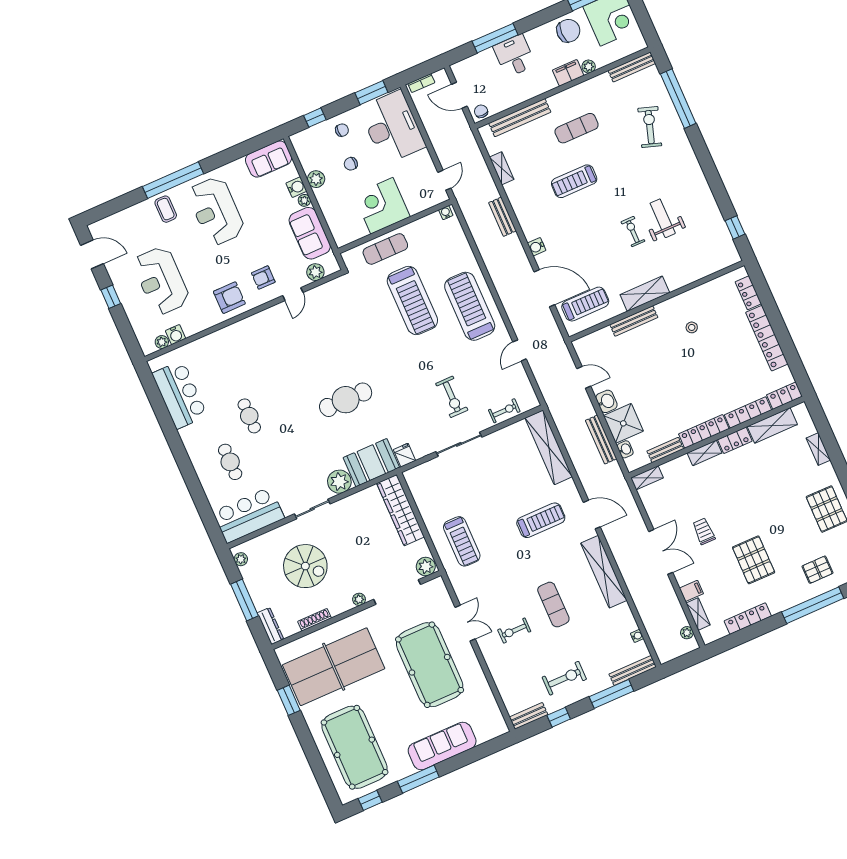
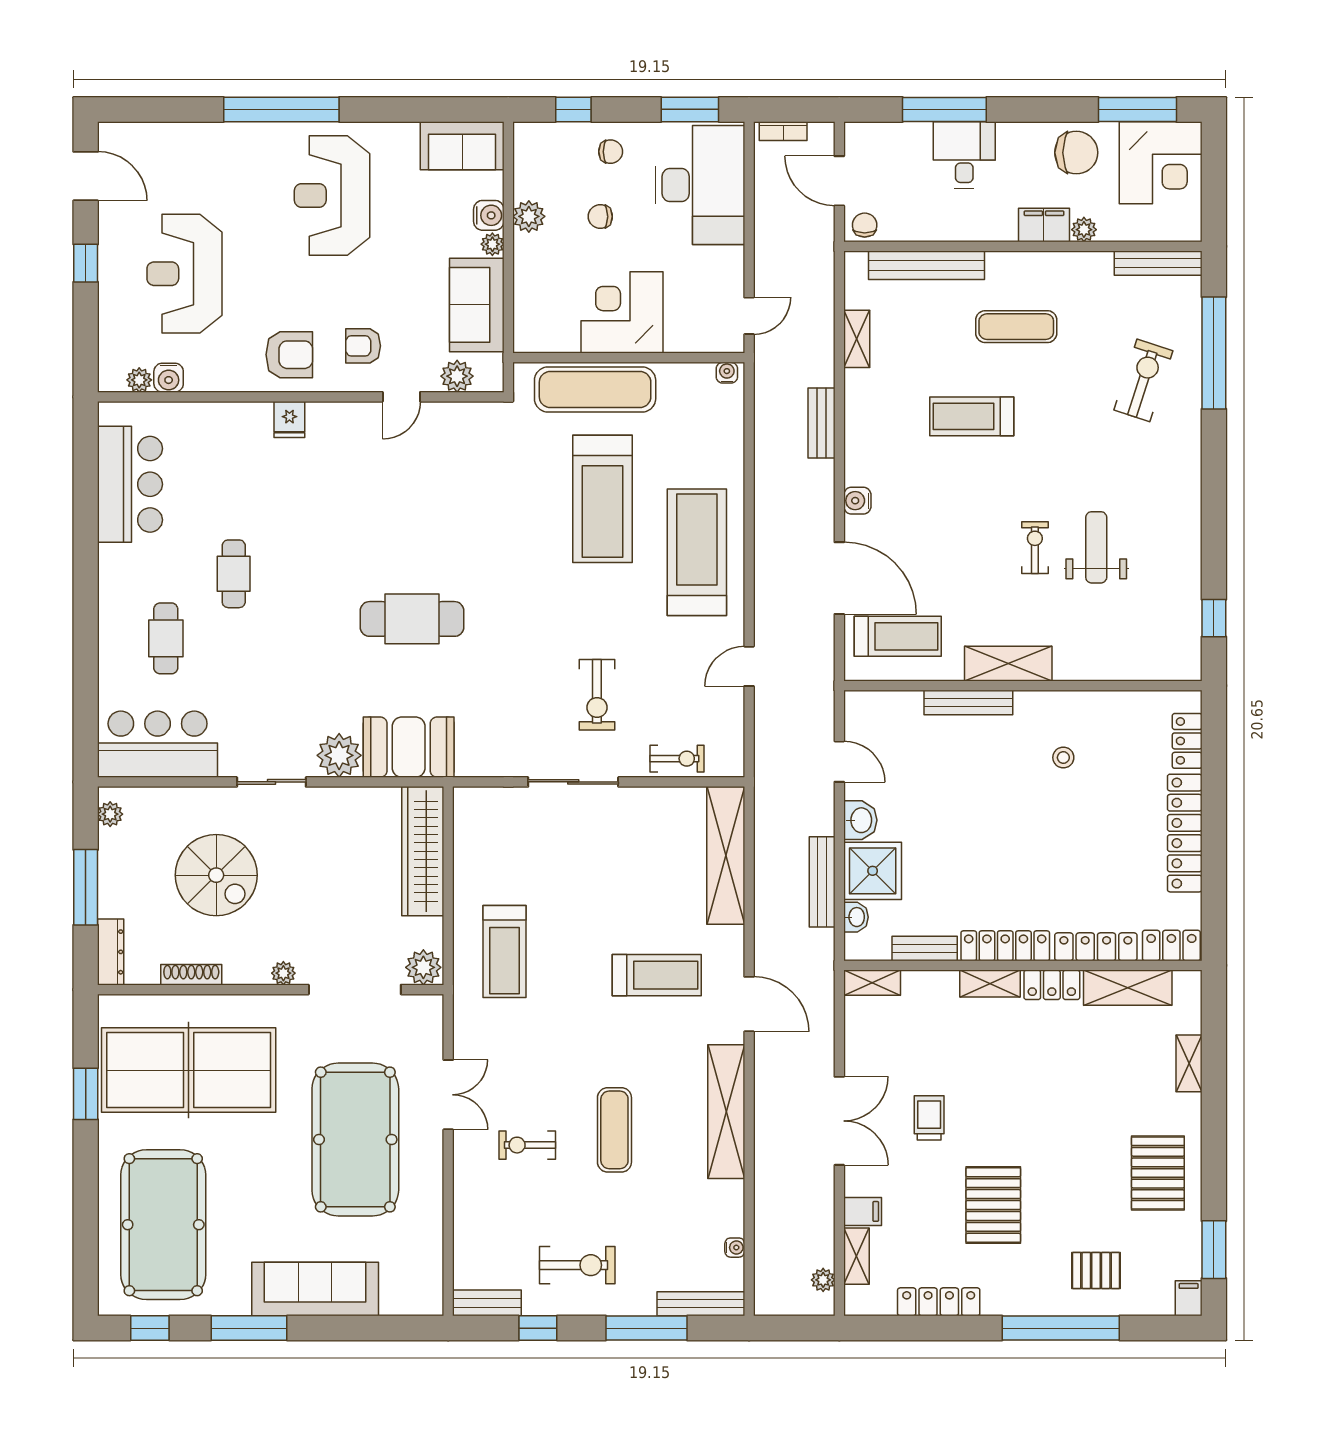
coffee table: (166, 209) -> (247, 154), removed
exercise mat: (385, 249) -> (595, 389), width x1.36, depth x1.45
fridge: (405, 455) -> (289, 420), moved, turned 180

